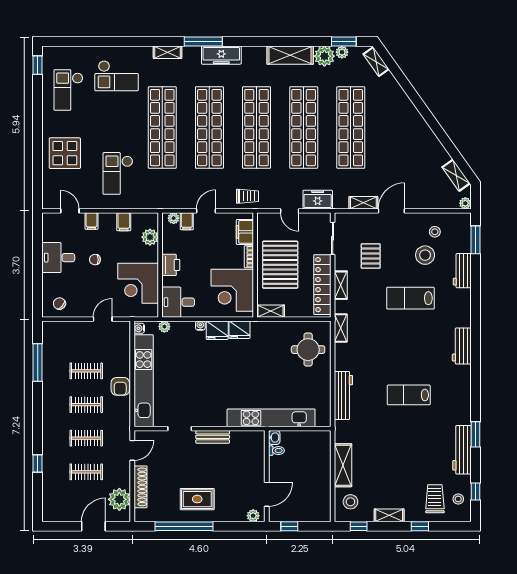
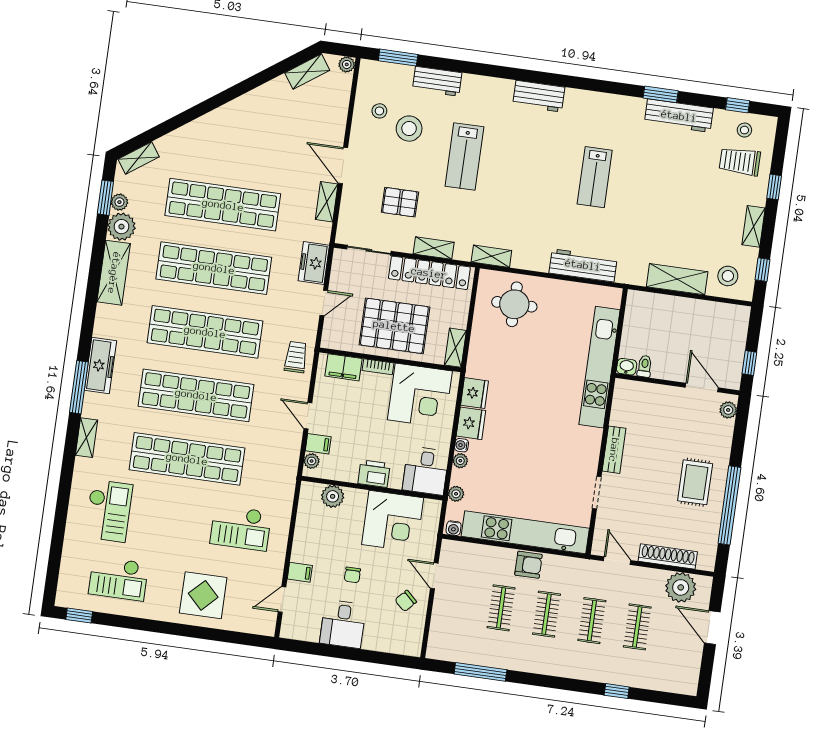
filing cabinet: (124, 222) -> (307, 529), removed
chair: (59, 304) -> (406, 601), moved
plant: (189, 326) -> (460, 461), added

